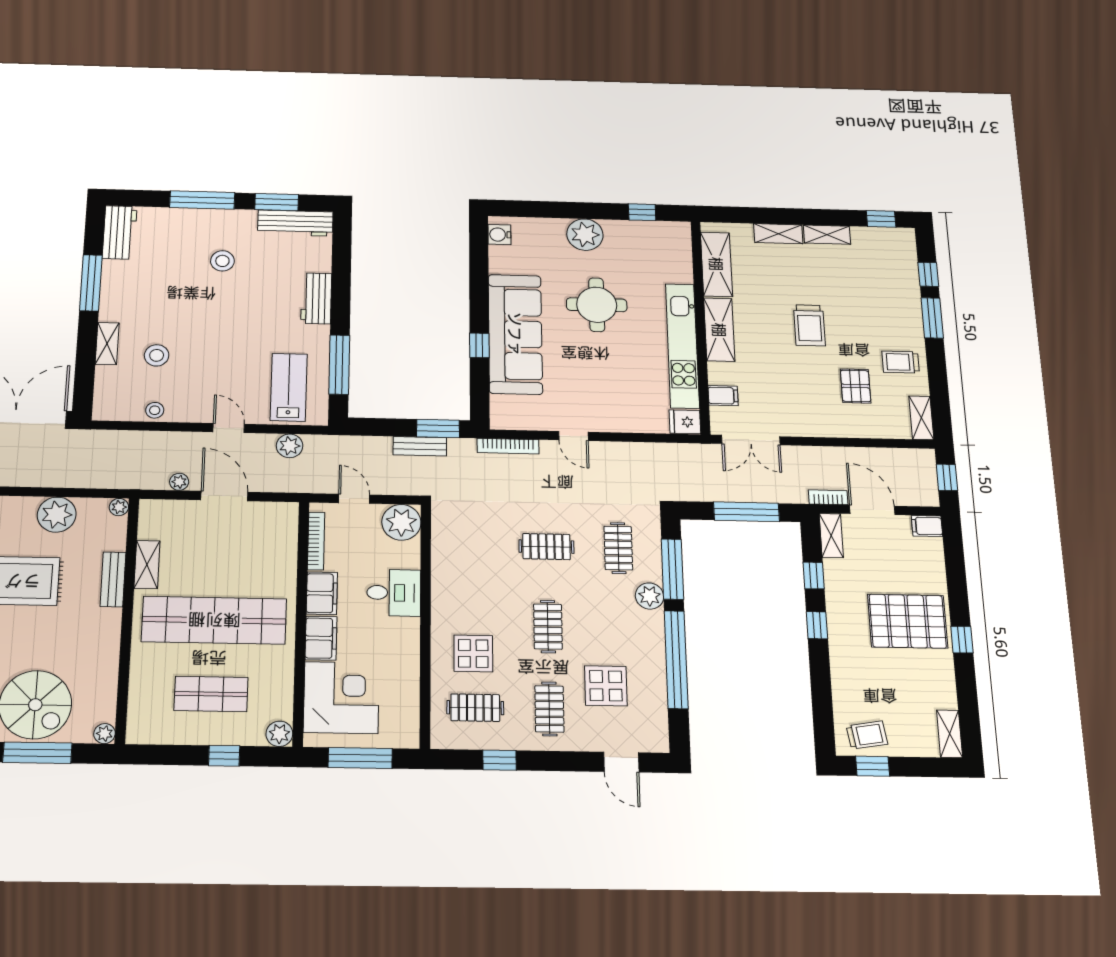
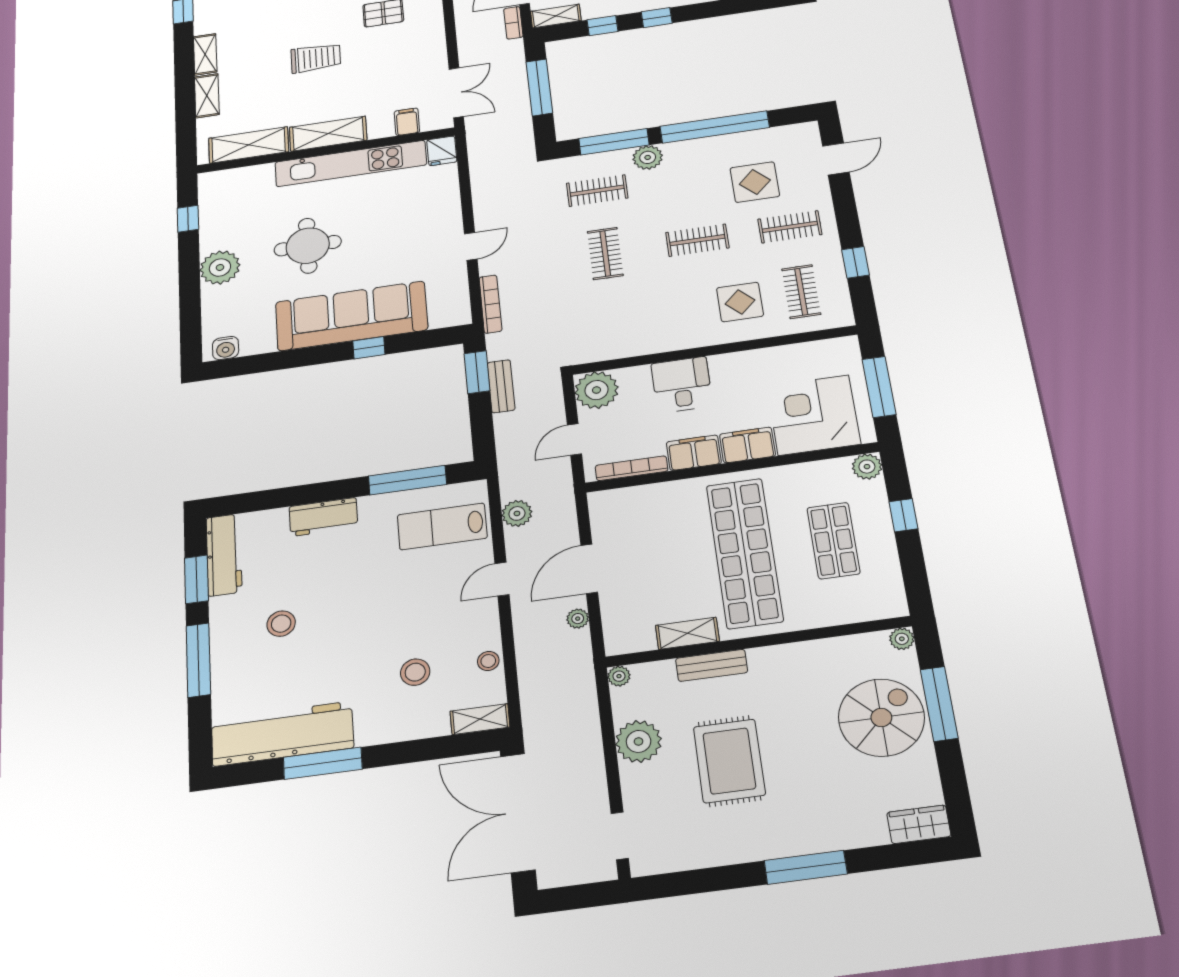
workbench: (120, 232) -> (282, 734), width x1.88, depth x1.32
shelving: (107, 344) -> (480, 719), moved

